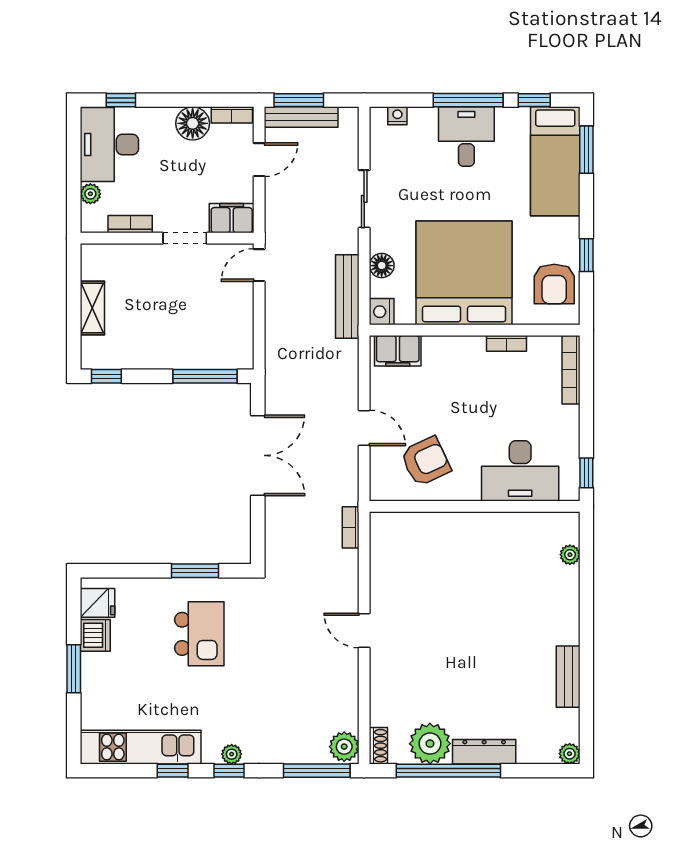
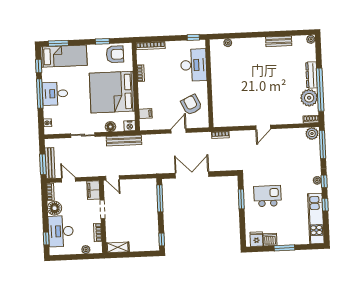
desk: (109, 144) -> (61, 231), moved, turned 90
shelving: (92, 308) -> (118, 247), moved
filing cabinet: (398, 351) -> (146, 114), width x0.50

